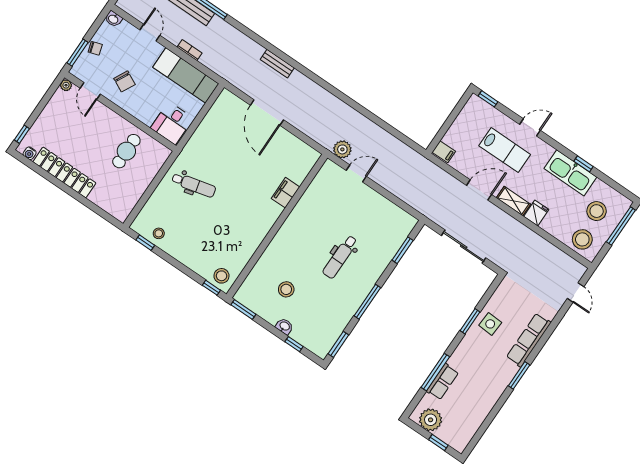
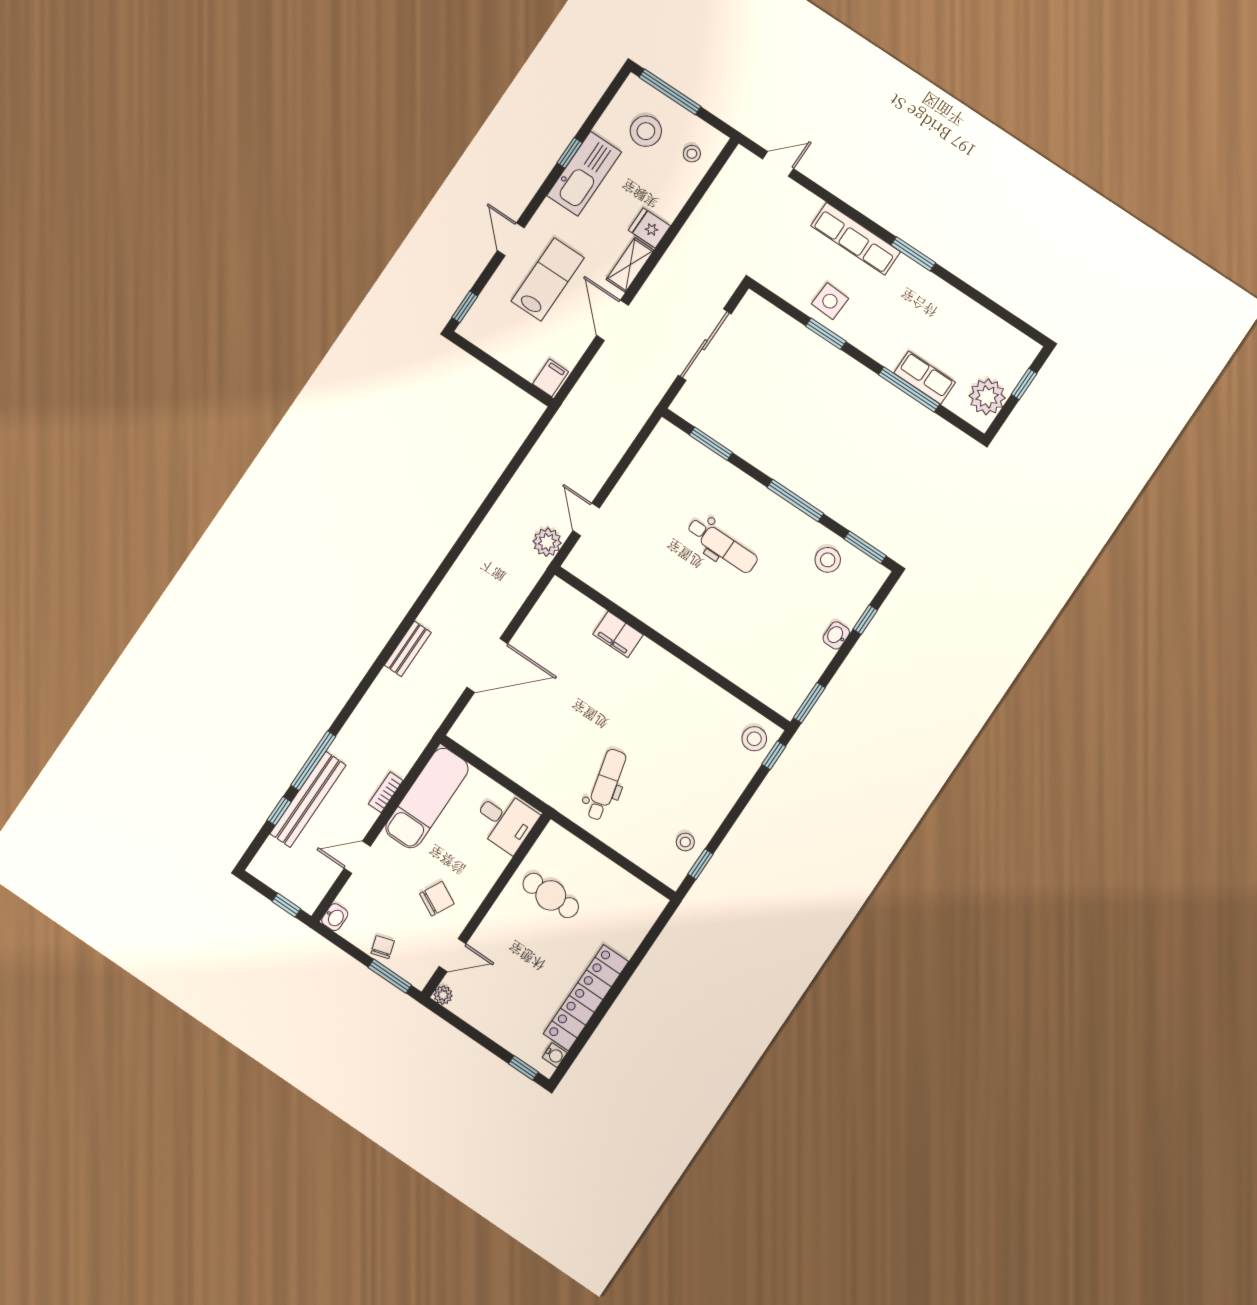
stool: (582, 239) -> (692, 154), width x0.53, depth x0.53
stool: (286, 289) -> (828, 560), moved

